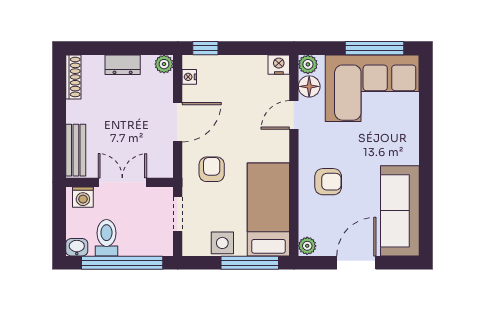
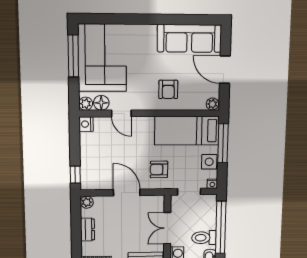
nightstand: (189, 77) -> (212, 184), moved
armchair: (328, 182) -> (168, 89), turned 180

